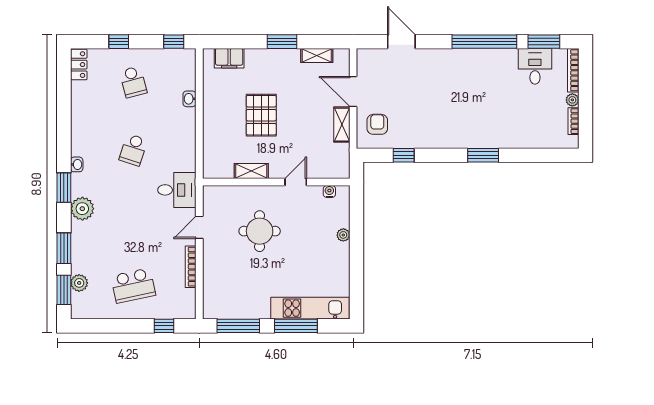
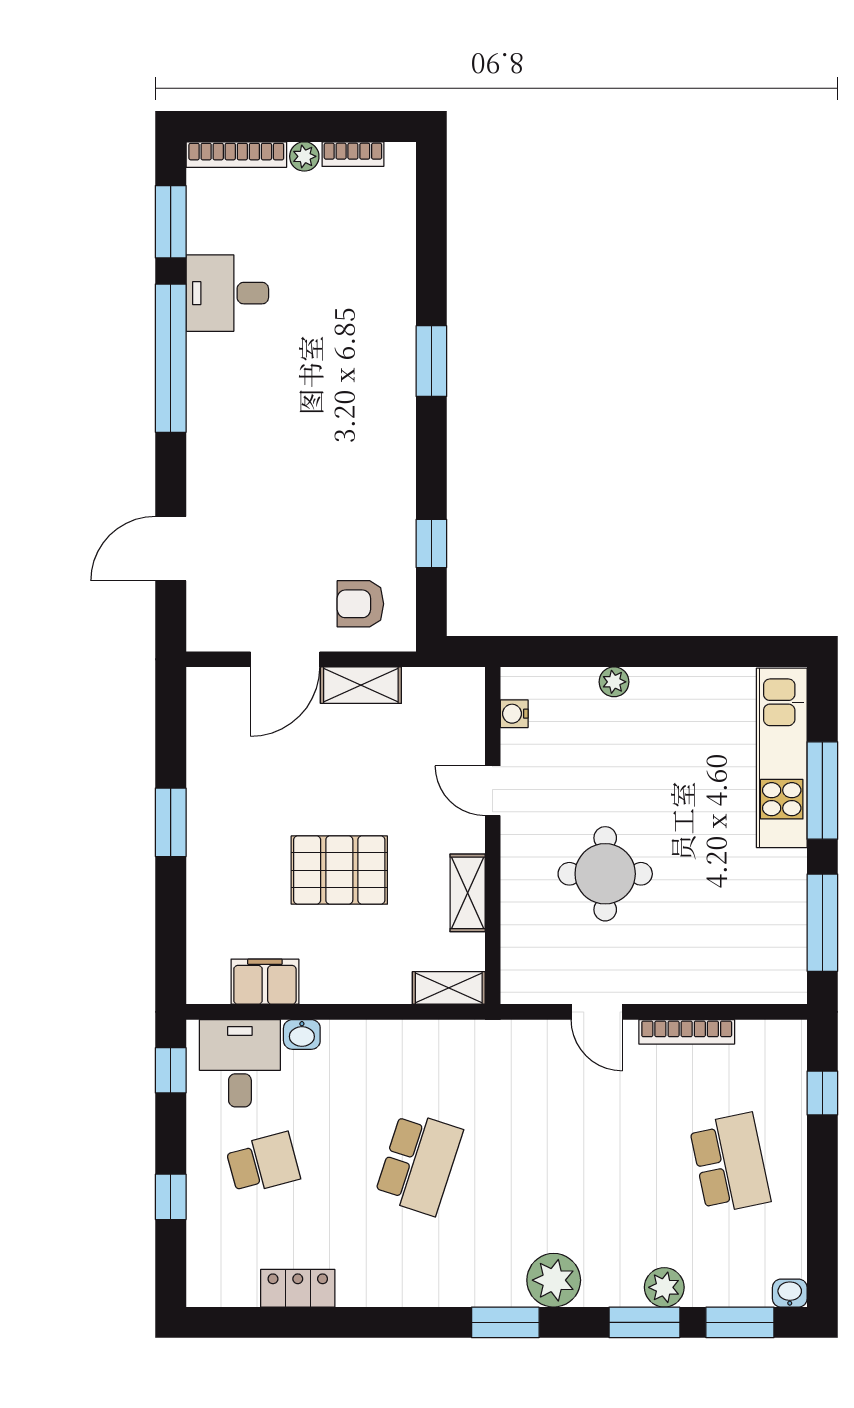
shelving: (317, 55) -> (449, 988), moved, turned 90
filing cabinet: (229, 58) -> (265, 982), moved, turned -90
locker: (79, 65) -> (298, 1288), moved
desk: (535, 66) -> (227, 293), moved
school desk: (133, 150) -> (419, 1163), width x1.85
washbasin: (77, 164) -> (790, 1293), moved
desk: (177, 190) -> (240, 1063), moved
plant: (79, 283) -> (664, 1287), moved

